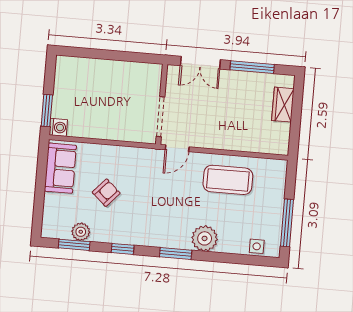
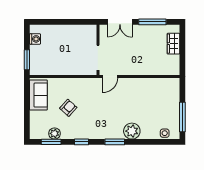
washing machine: (58, 127) -> (35, 39), moved
coffee table: (228, 180) -> (143, 93), removed

